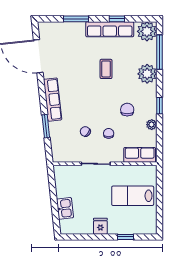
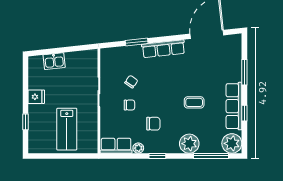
row of seats: (140, 155) -> (116, 146), moved, turned -90
lab bench: (133, 196) -> (67, 129), turned 180

